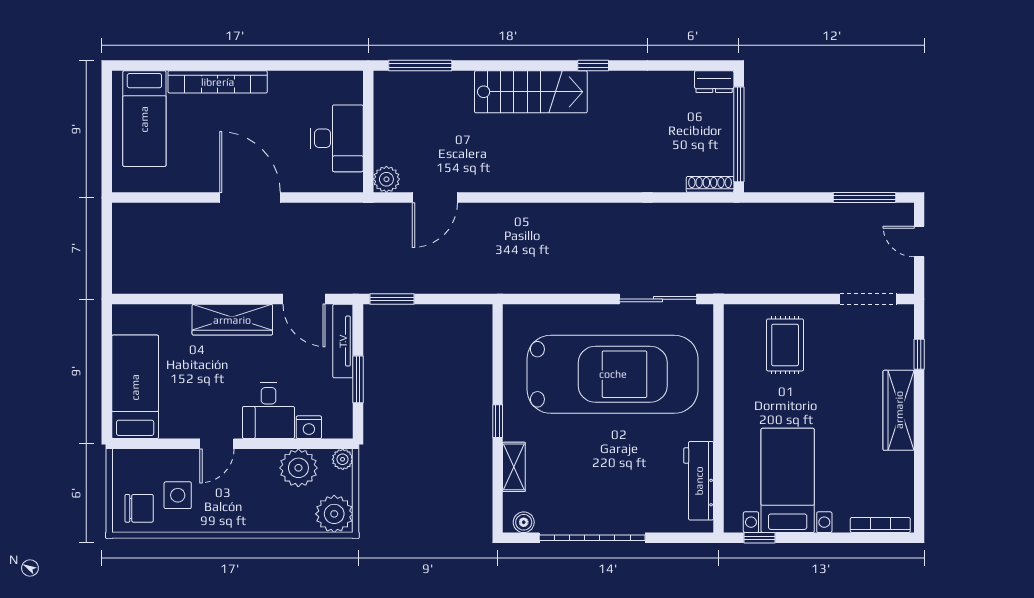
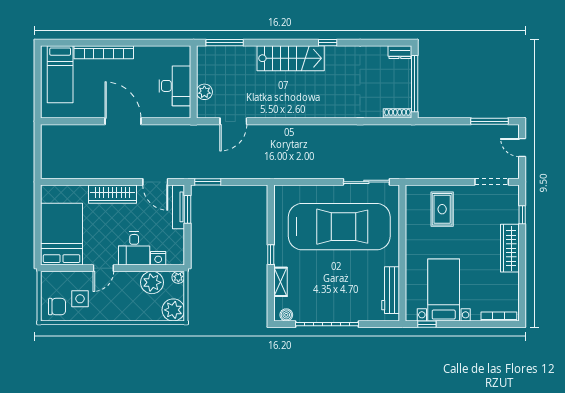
plant: (386, 179) -> (204, 92), moved
window: (358, 379) -> (187, 209), moved
bed: (135, 387) -> (62, 234), width x1.50

